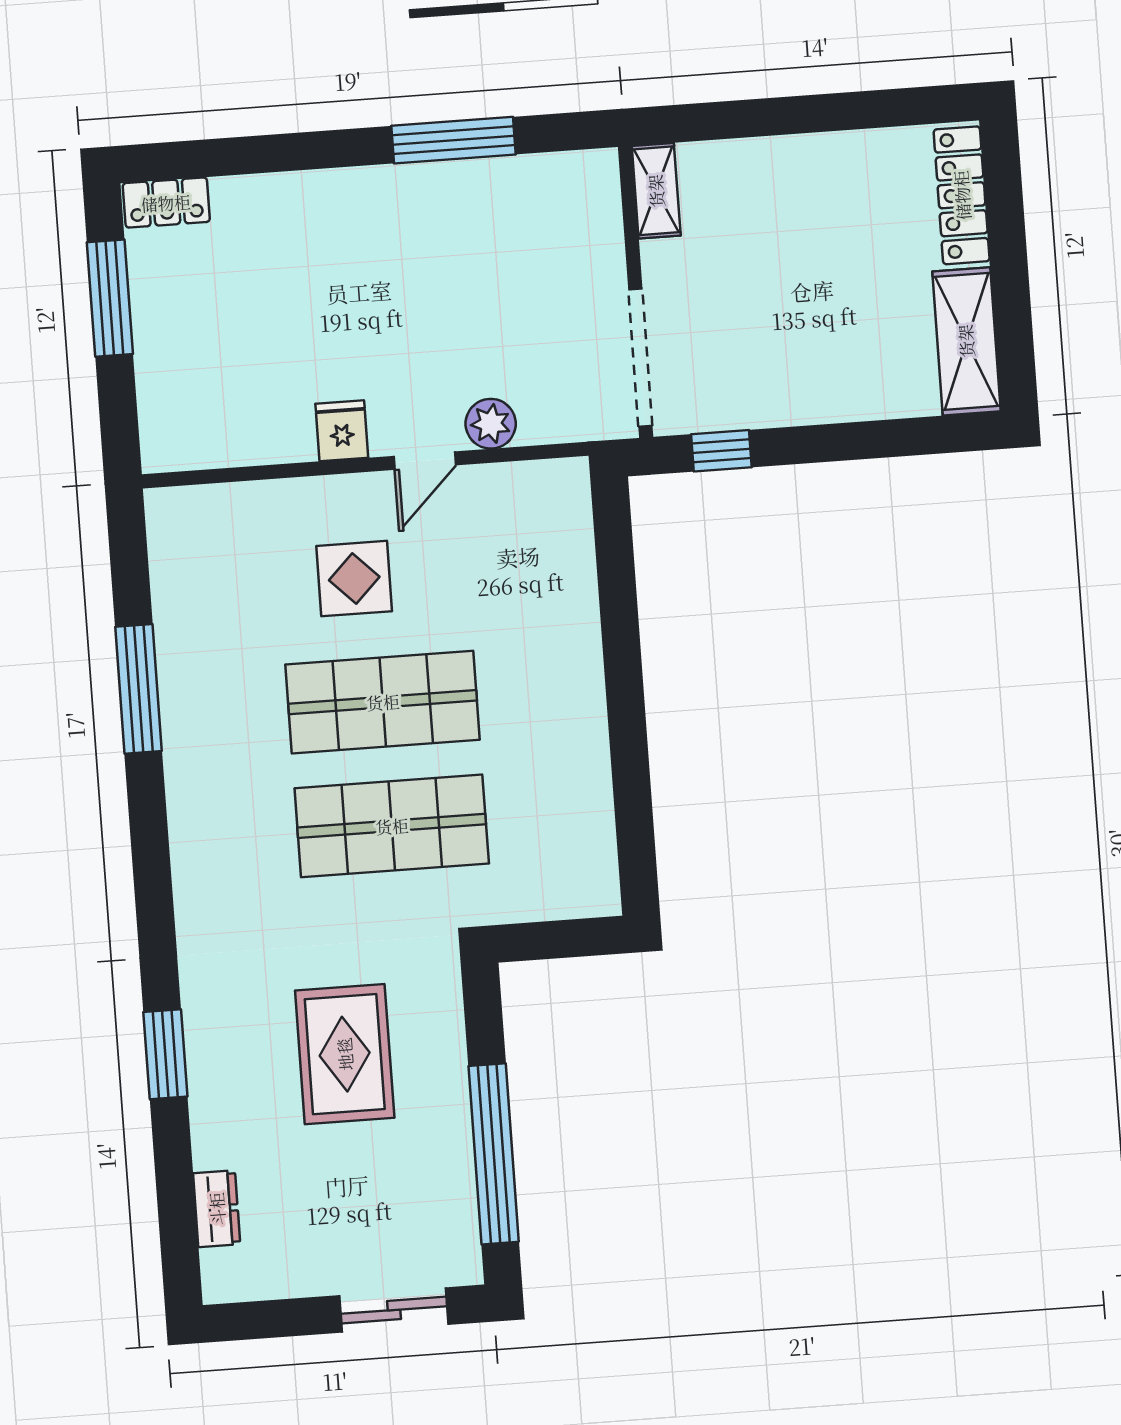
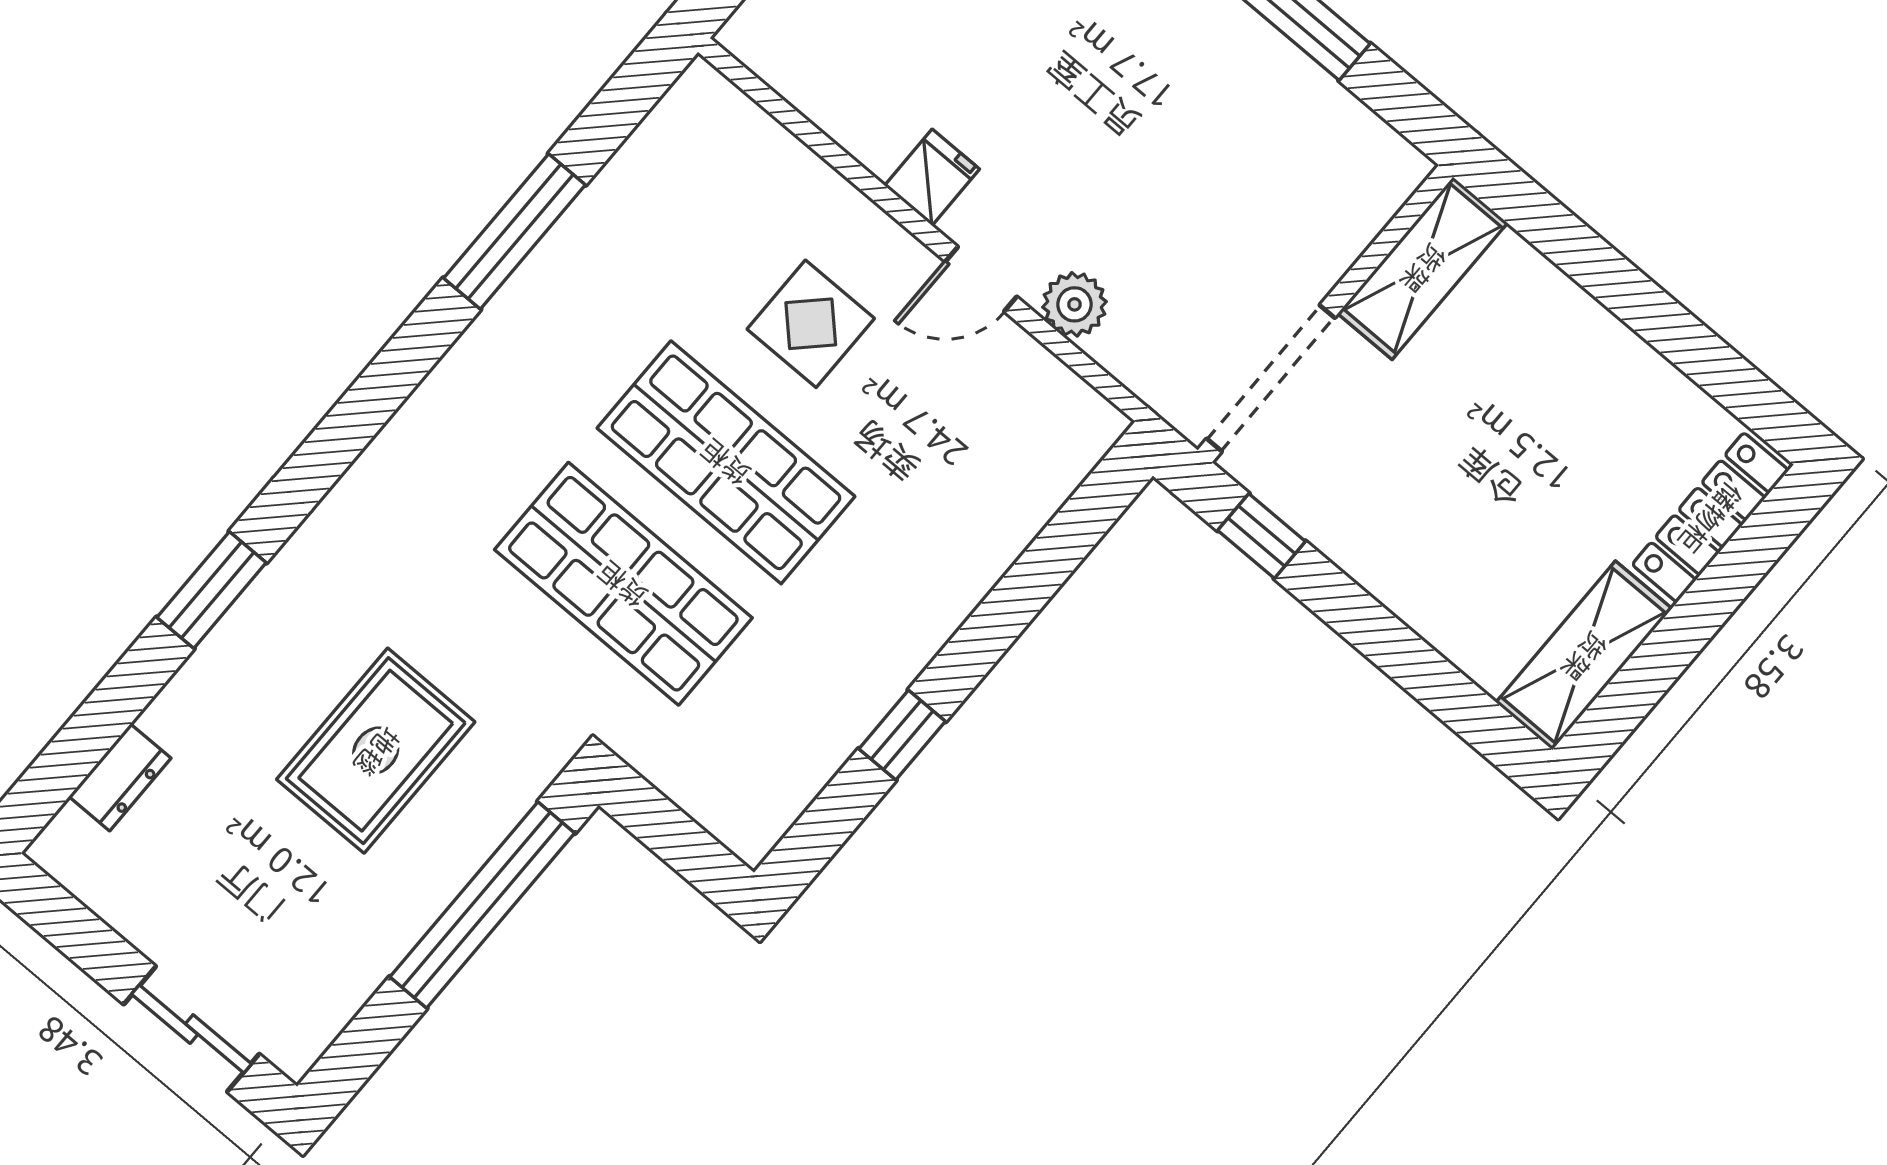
shelving: (656, 191) -> (1423, 268), width x1.50, depth x1.33
window: (630, 758) -> (902, 735), added
window: (494, 1154) -> (482, 905), moved

